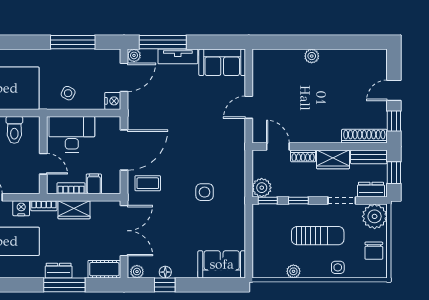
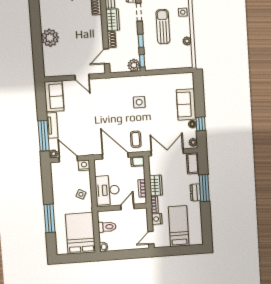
window: (73, 42) -> (50, 218), moved
plant: (312, 56) -> (50, 38), width x1.87, depth x1.87
filing cabinet: (94, 184) -> (138, 161), moved
sofa: (222, 264) -> (186, 104), moved

